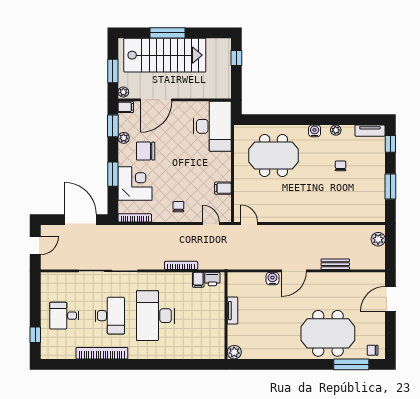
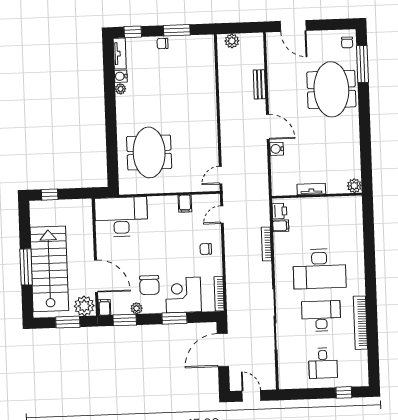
plant: (123, 92) -> (84, 306), width x1.88, depth x1.88
water cooler: (315, 131) -> (121, 76), moved
chair: (341, 166) -> (163, 43), moved

